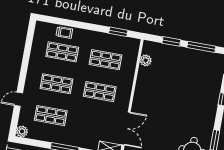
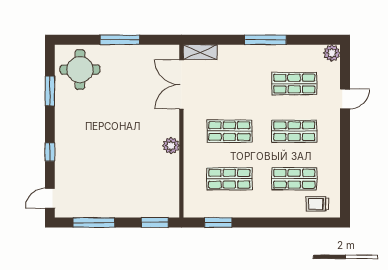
trolley: (64, 32) -> (317, 204), moved
window: (171, 41) -> (155, 222), moved
plant: (146, 60) -> (171, 146), moved

